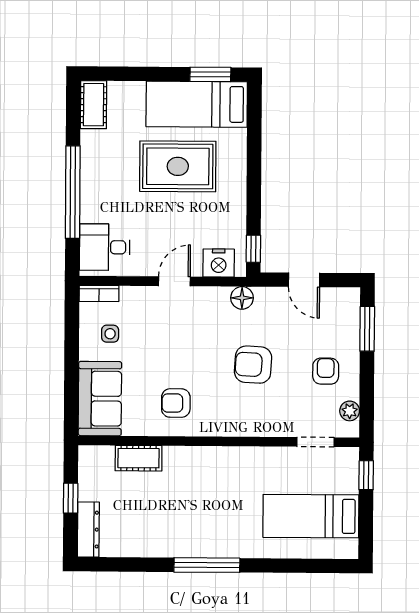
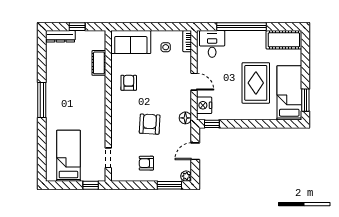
cot: (94, 105) -> (284, 40), width x1.37, depth x1.34
armchair: (326, 371) -> (146, 163), turned 180
plant: (350, 411) -> (186, 176), moved

